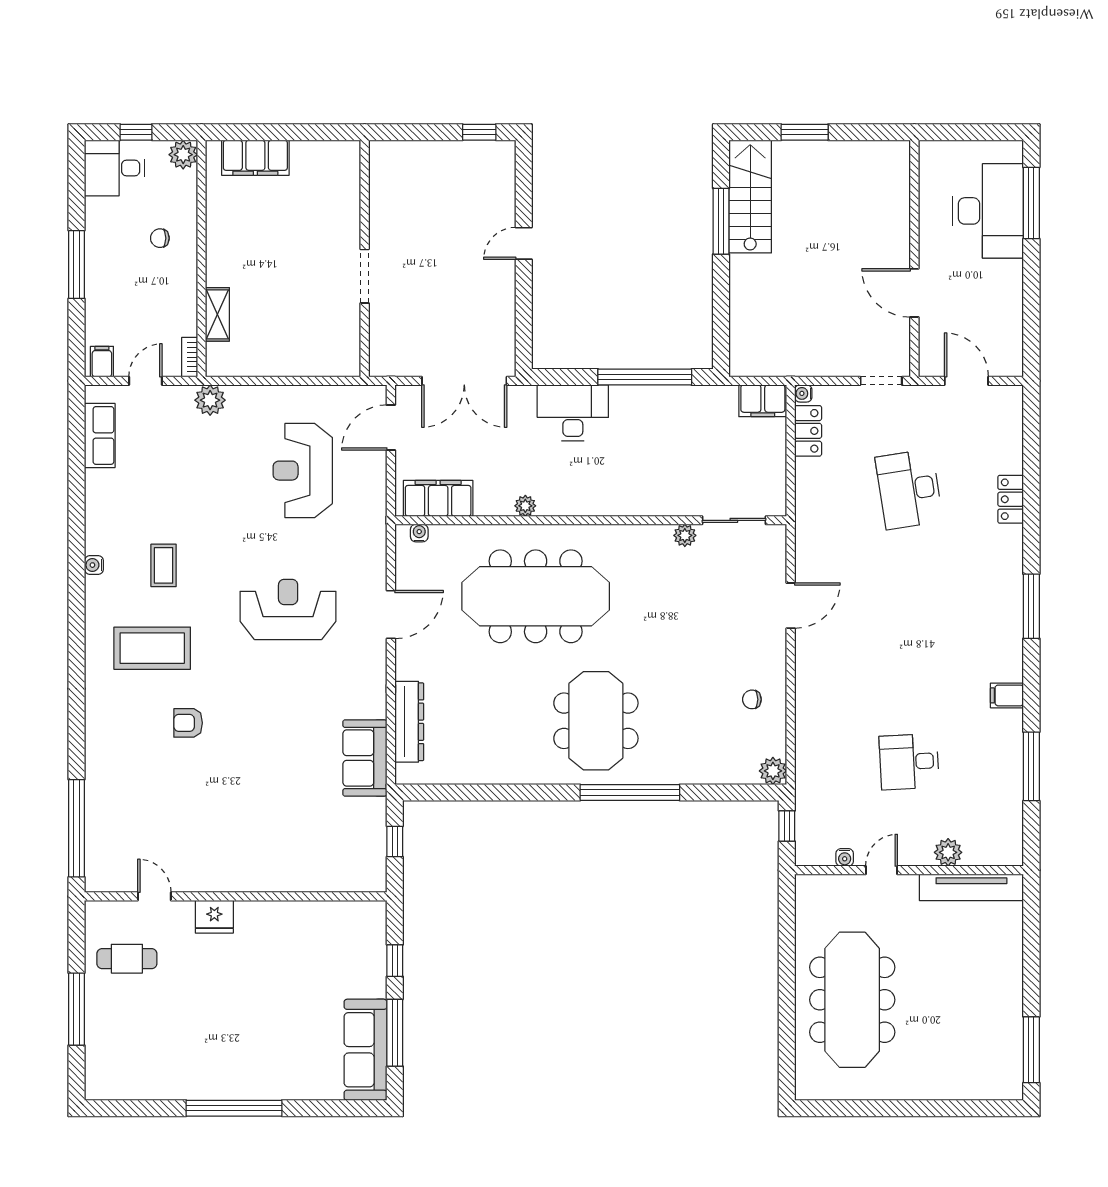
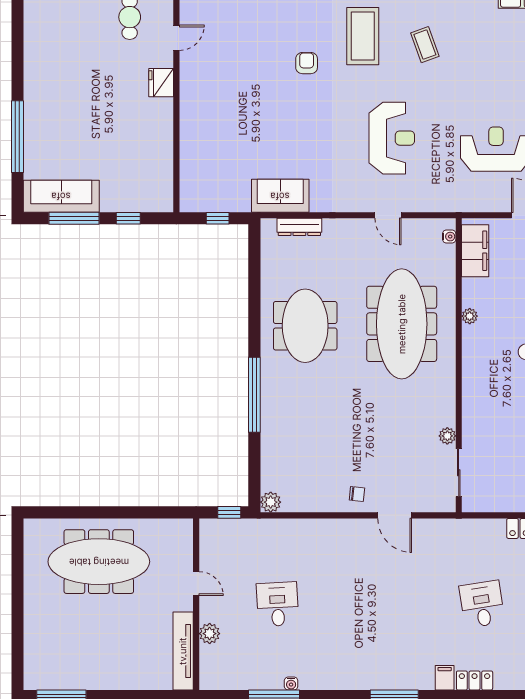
desk: (909, 489) -> (482, 604), width x0.73
coffee table: (164, 565) -> (425, 45), turned 70
door: (391, 614) -> (388, 215), width x0.73
filing cabinet: (1007, 695) -> (445, 678), moved
chair: (752, 699) -> (357, 494), moved, turned 96
meeting table: (596, 721) -> (305, 326), moved, turned 90
dresser: (409, 722) -> (299, 227), width x0.73, depth x0.80
water cooler: (845, 857) -> (291, 683), moved, turned -90
window: (234, 1108) -> (17, 137), moved

